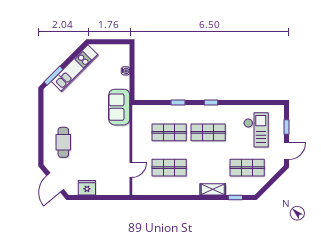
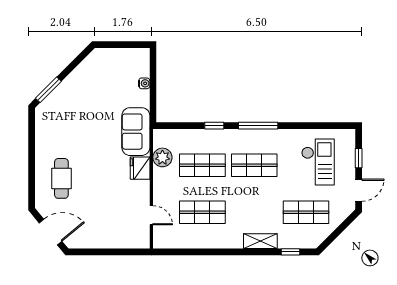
kitchen unit: (75, 68) -> (77, 80), removed
window: (211, 103) -> (258, 126), width x2.17
plant: (139, 127) -> (162, 157), added
door: (131, 170) -> (151, 215), hinge flipped
door: (55, 183) -> (51, 232), swing flipped
fridge: (87, 188) -> (140, 168), moved, turned -90

